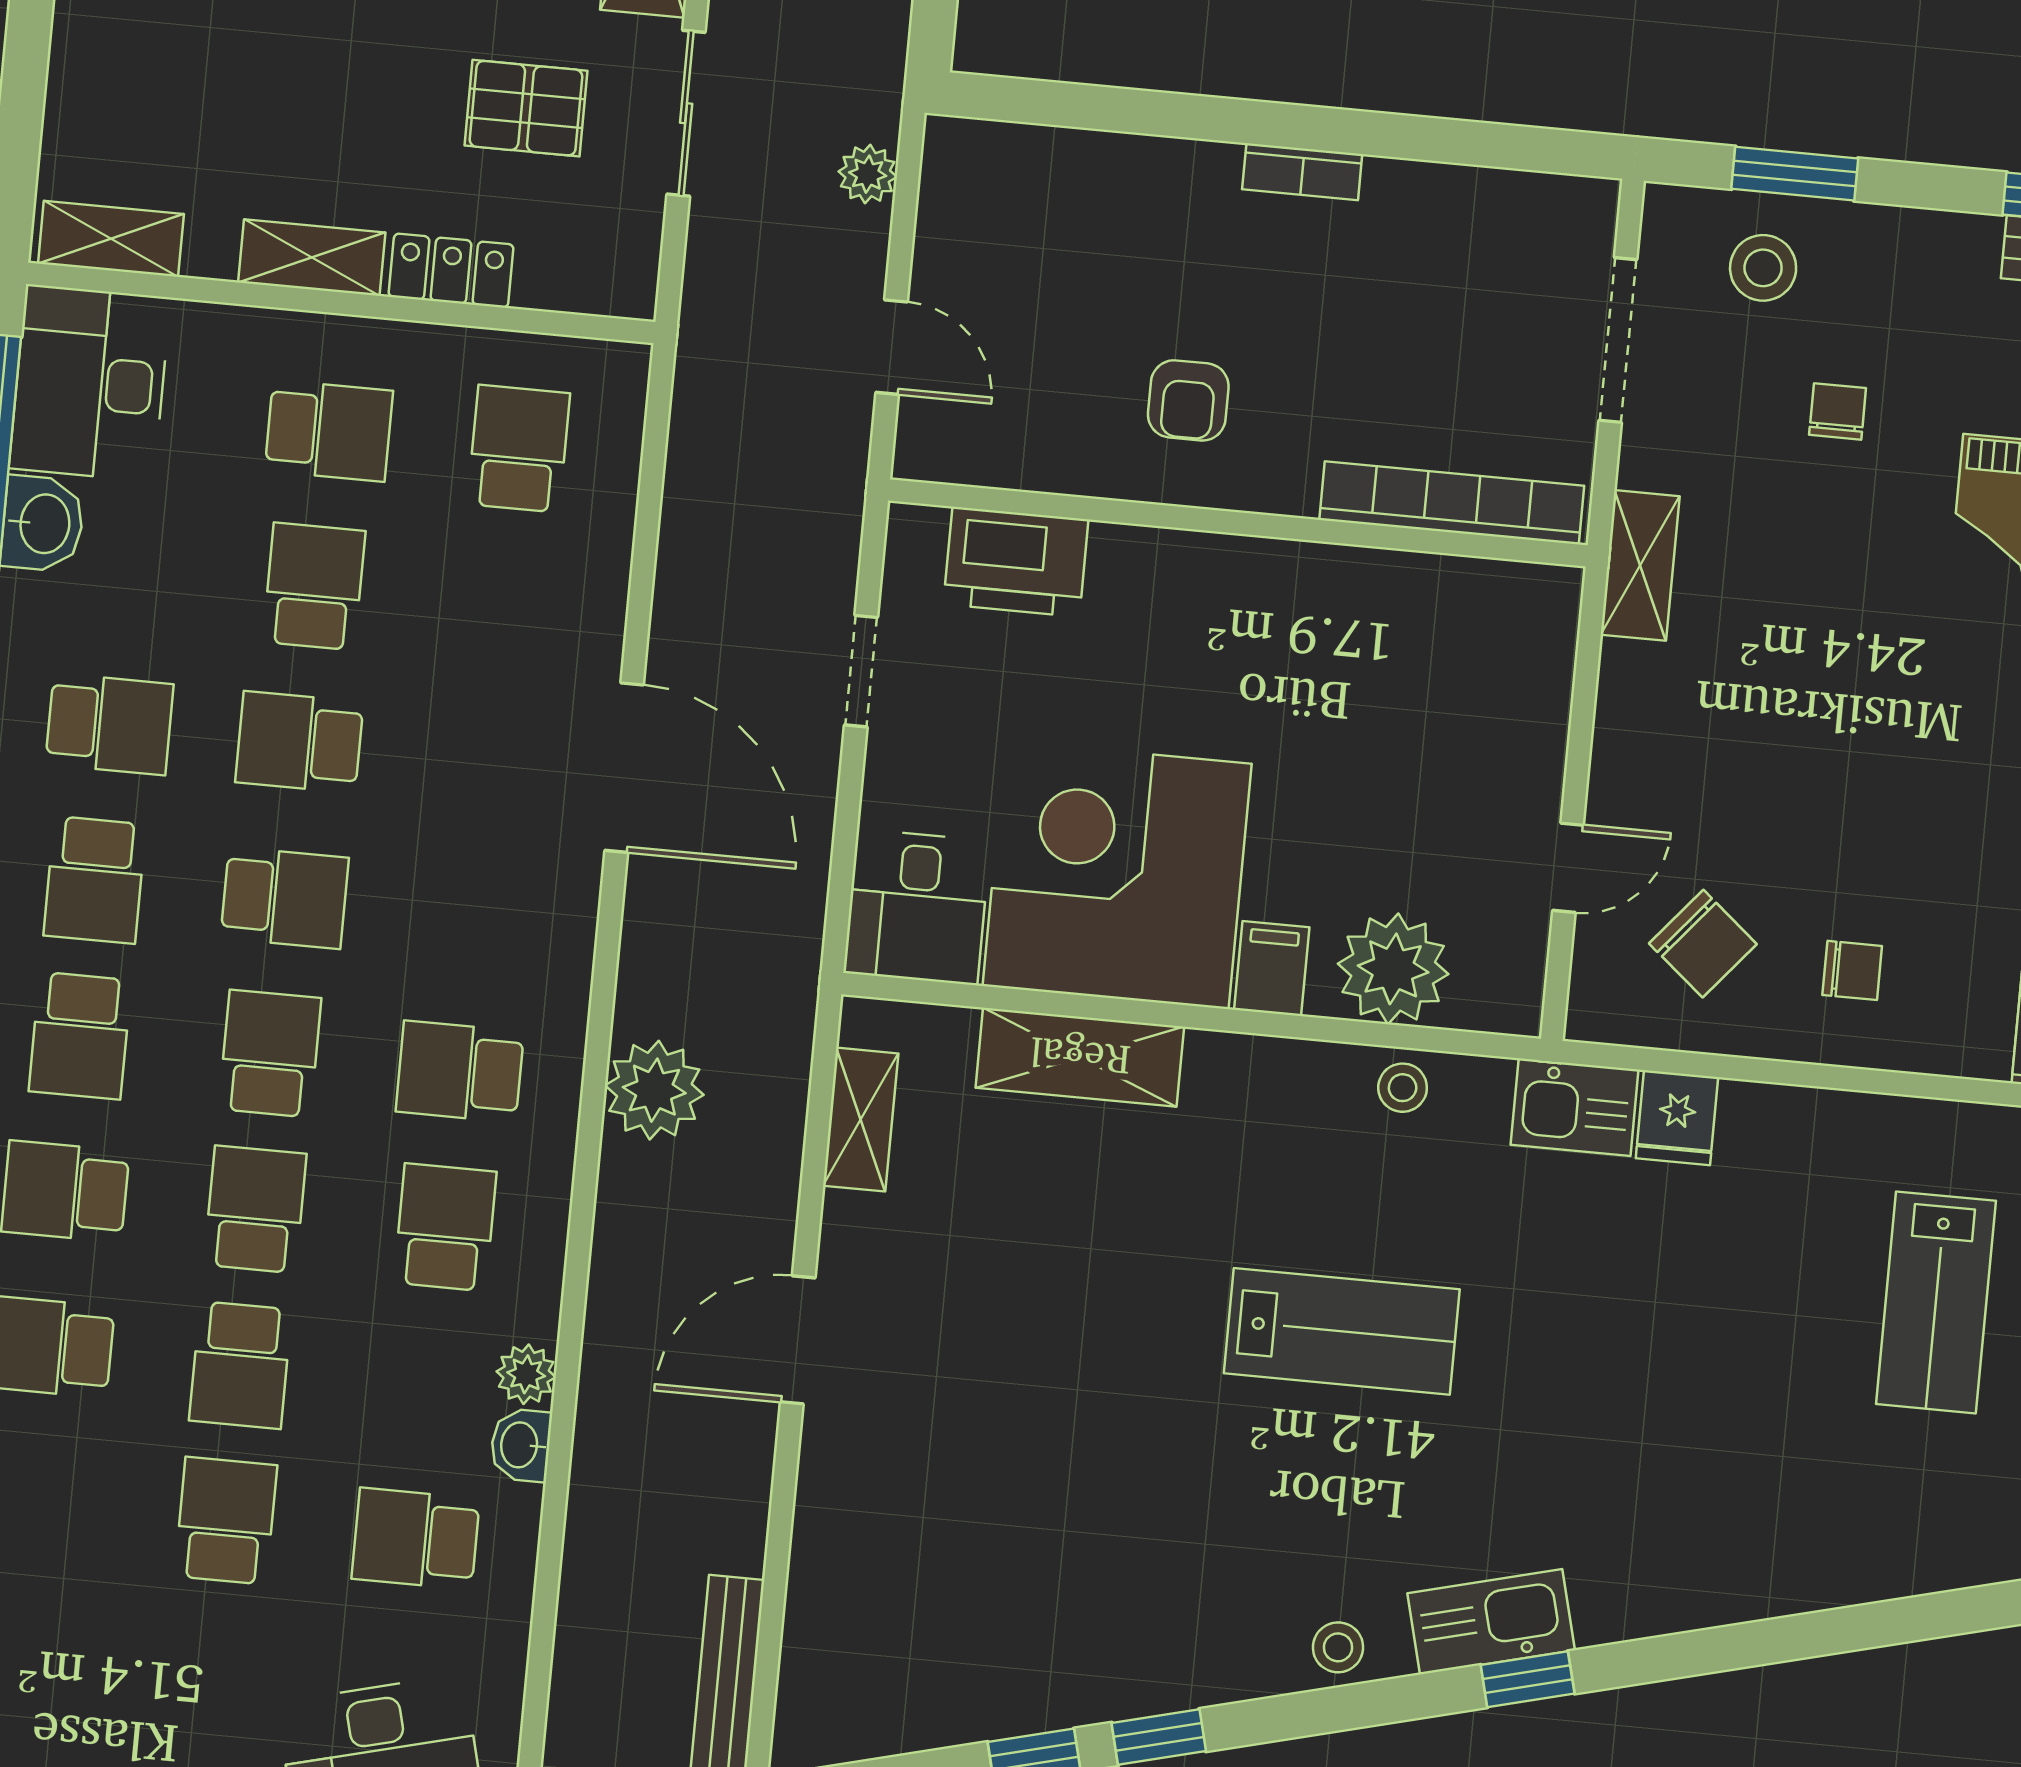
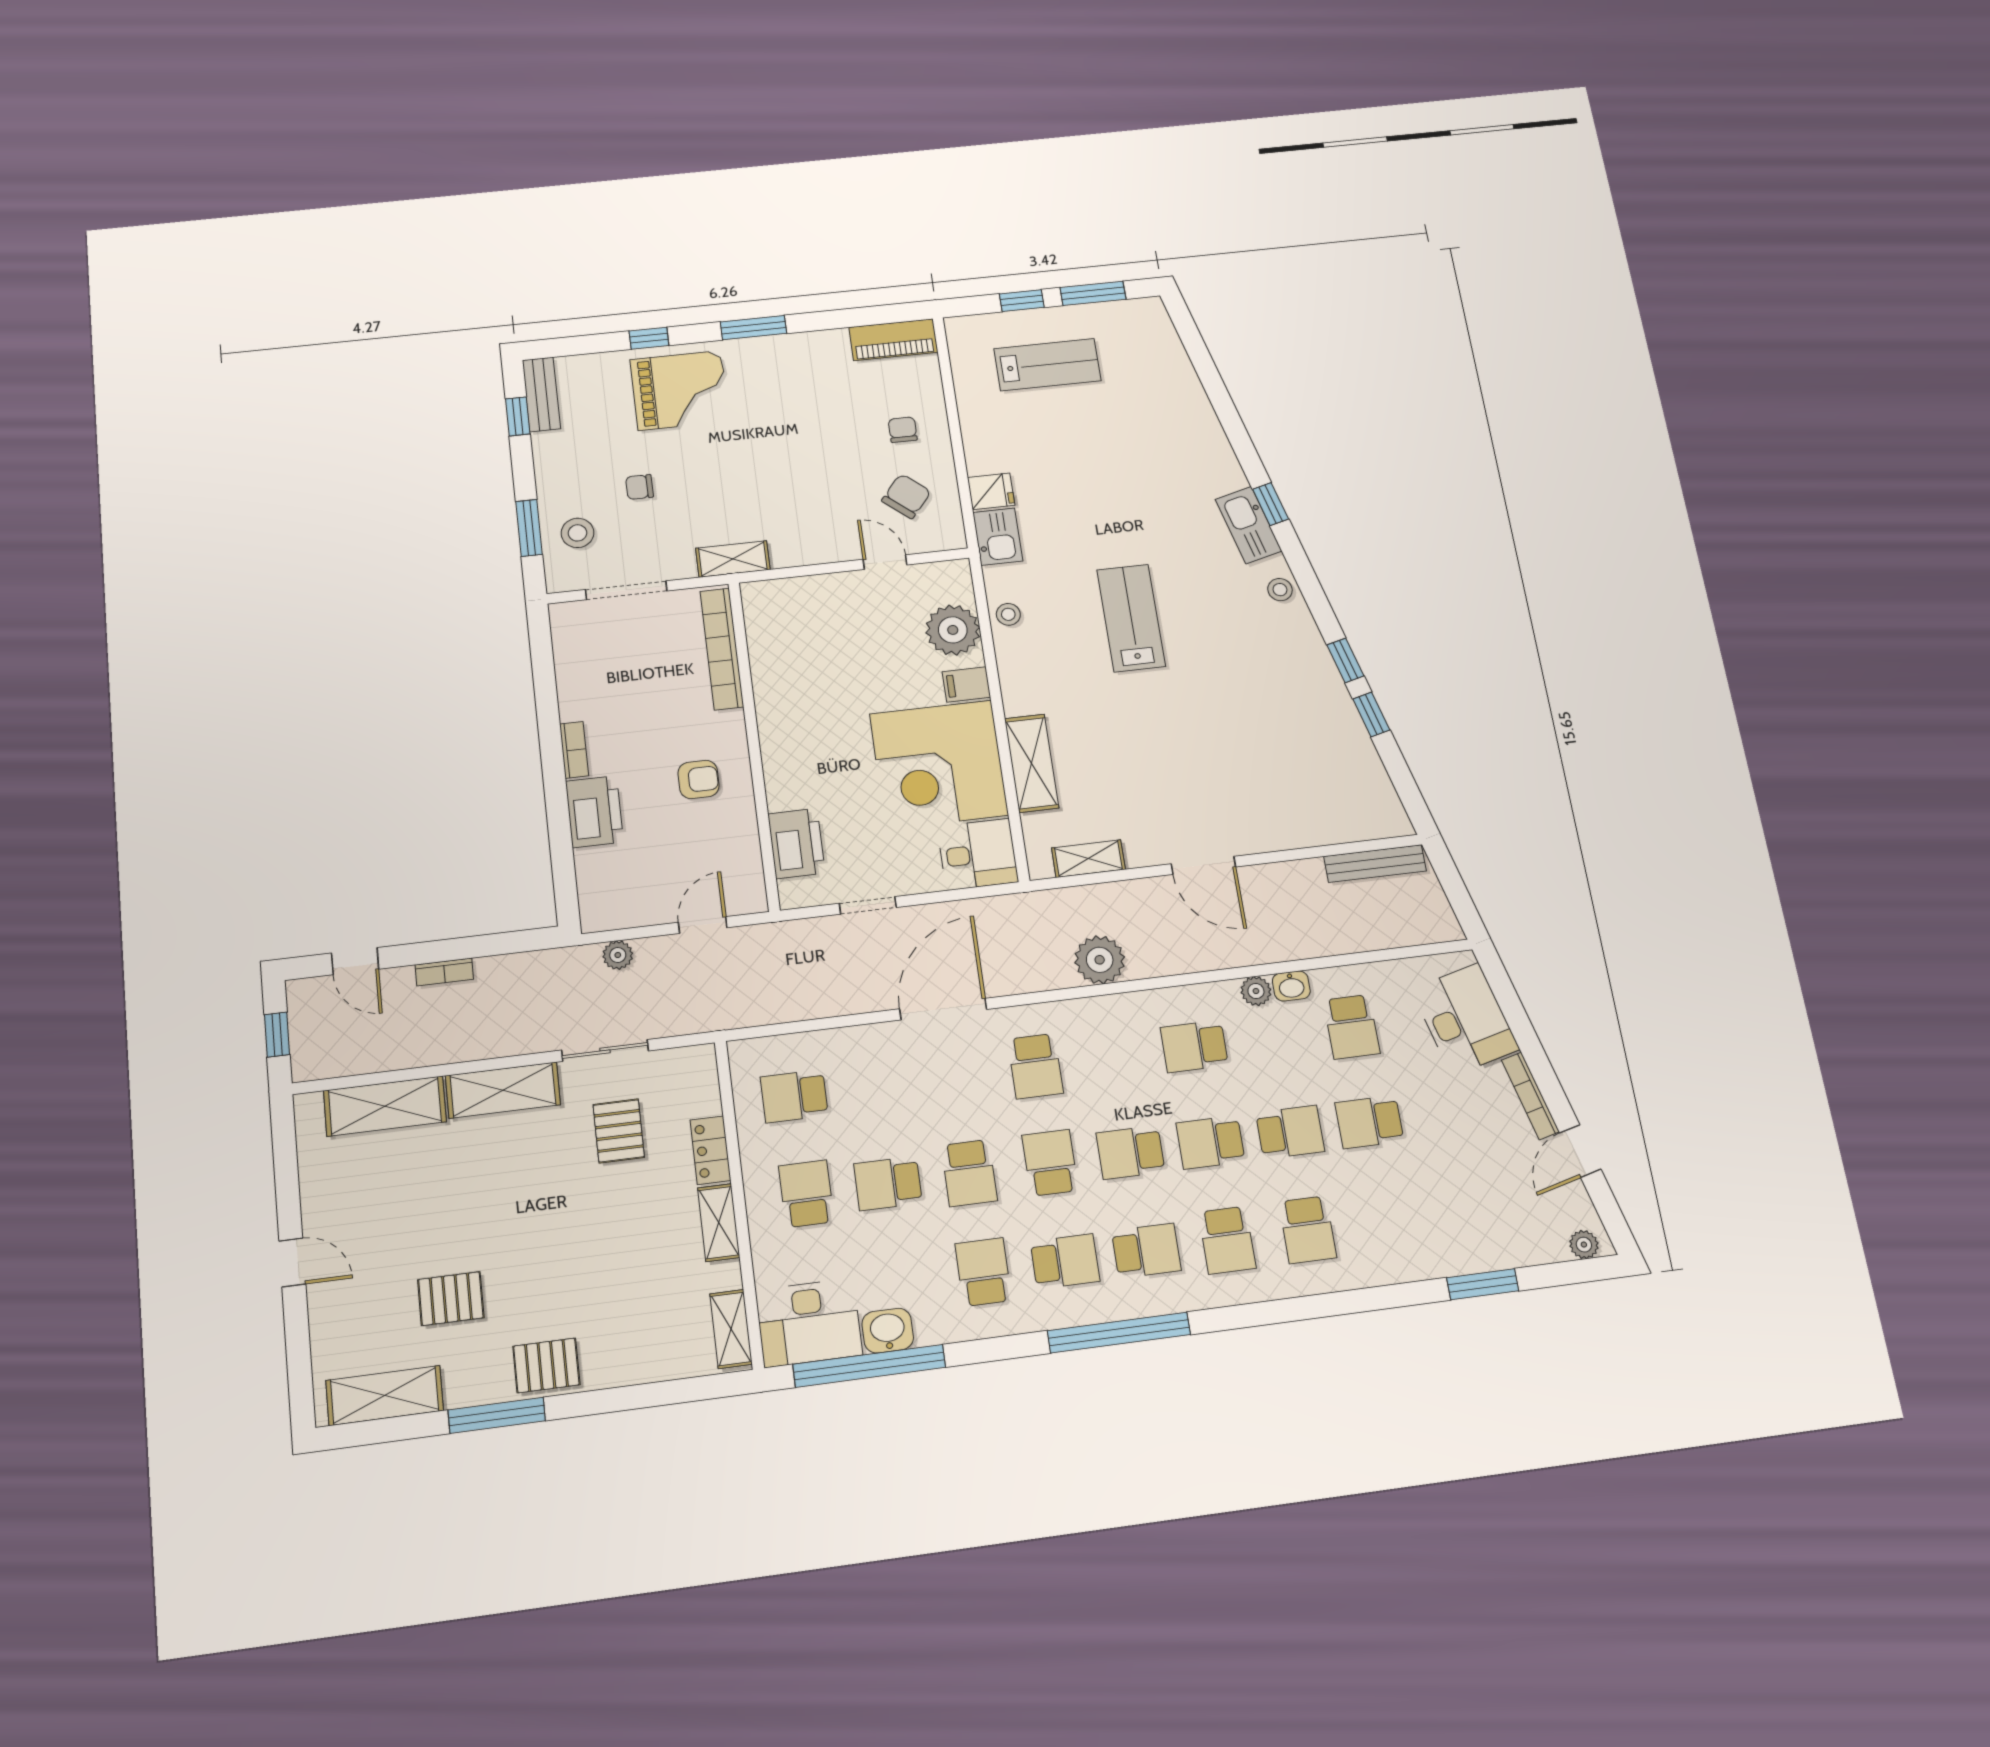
printer: (1166, 186) -> (594, 812), added
school desk: (460, 1072) -> (1035, 1066), moved

